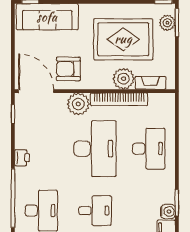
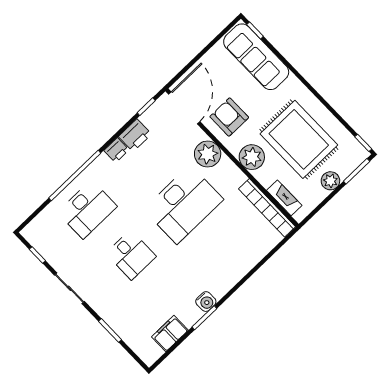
plant: (167, 23) -> (330, 181), moved
plant: (123, 79) -> (252, 157), moved
bookcase: (119, 99) -> (267, 208), moved
printer: (24, 137) -> (135, 135), added
desk: (149, 149) -> (227, 250), removed
water cooler: (168, 211) -> (206, 302), moved

